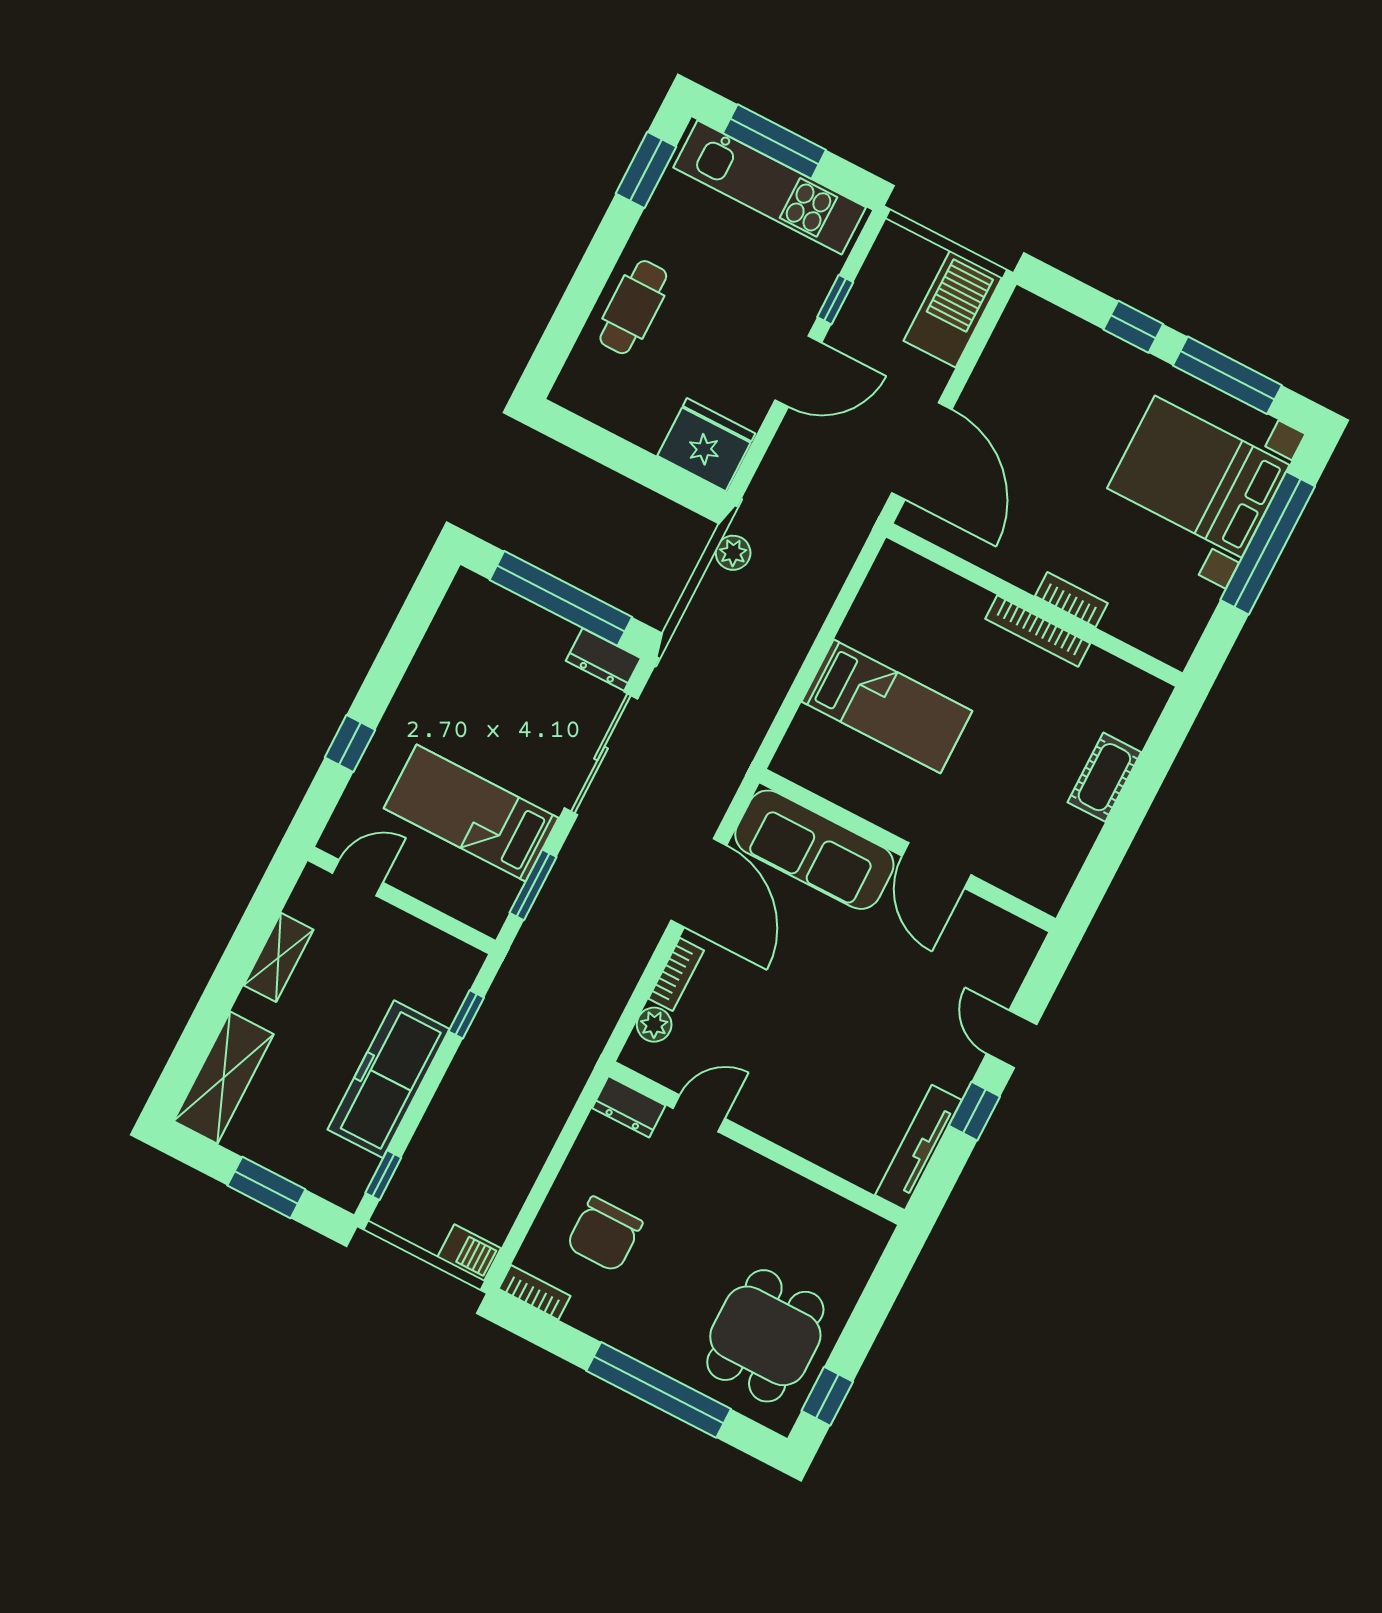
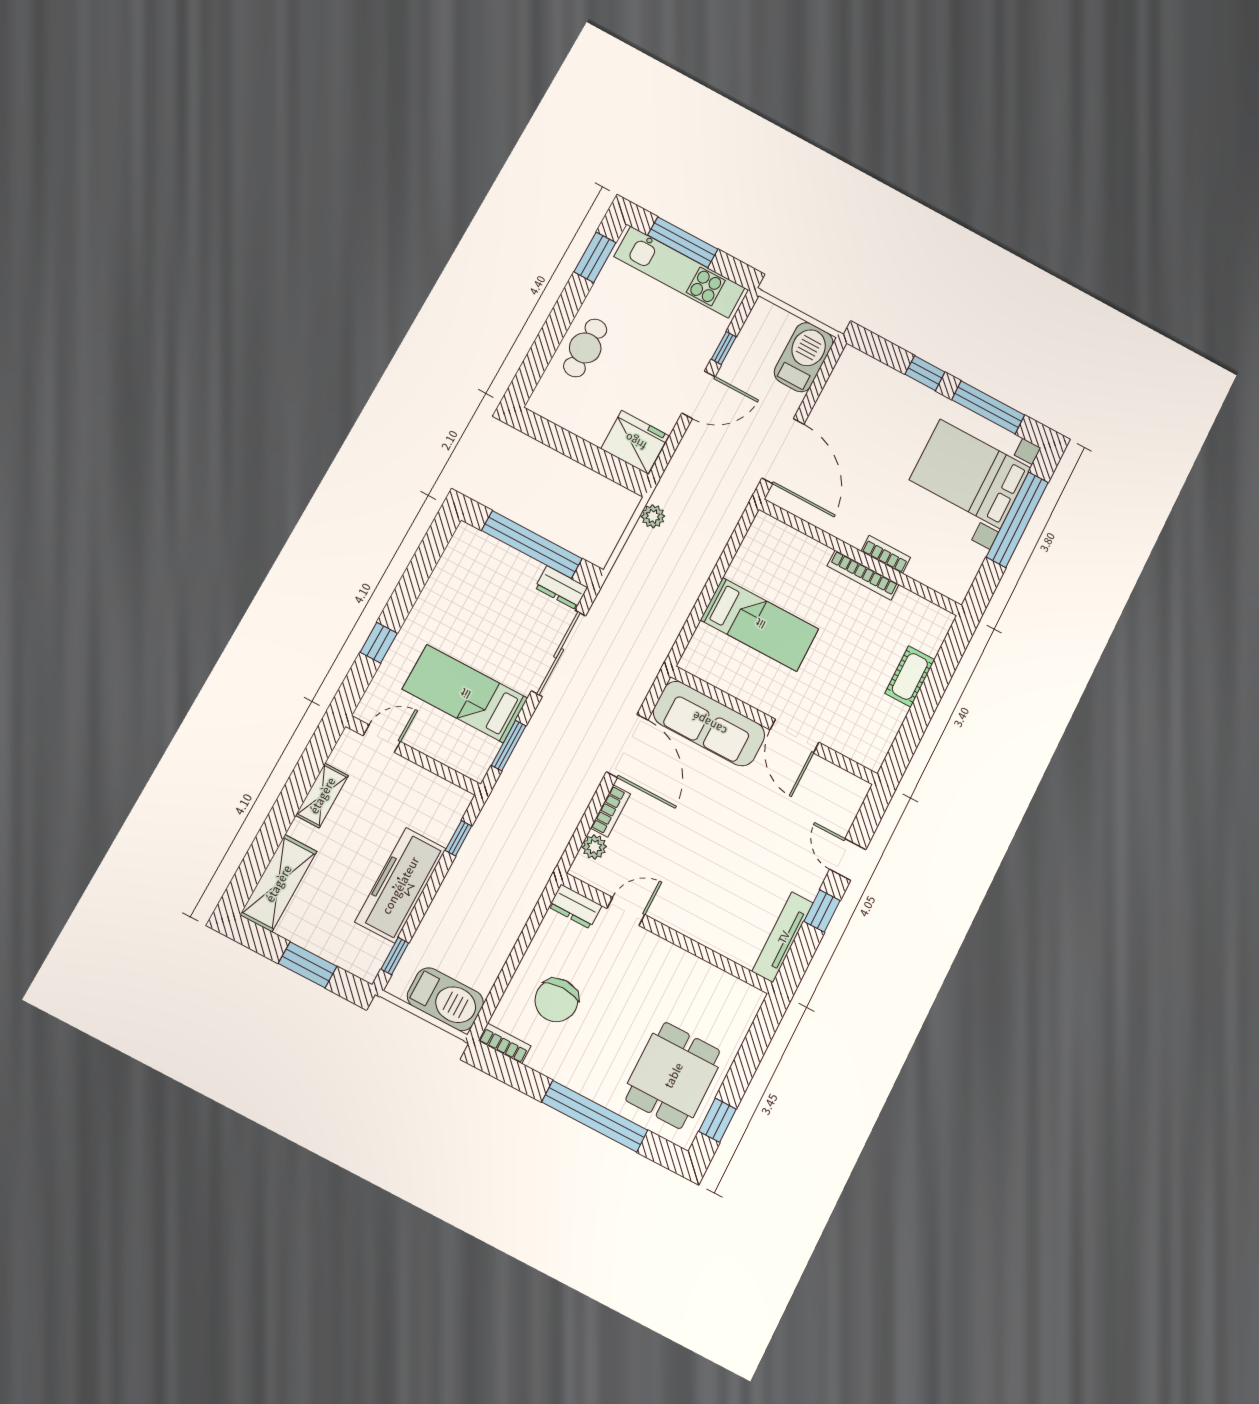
barbecue: (469, 1253) -> (445, 999), width x1.88, depth x1.53

